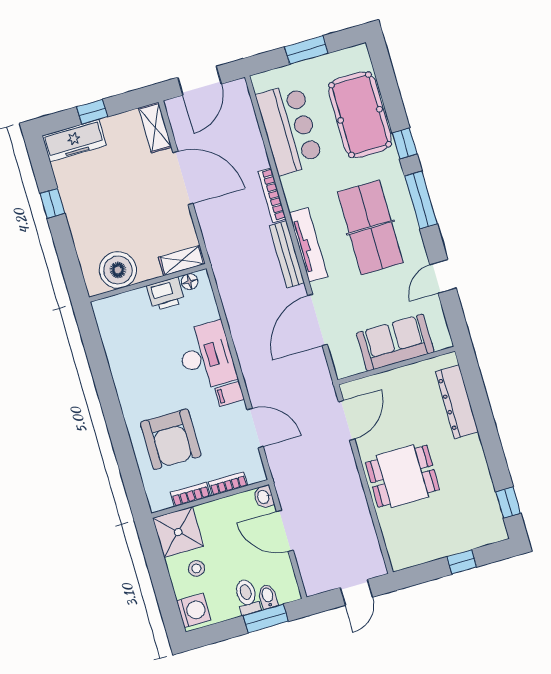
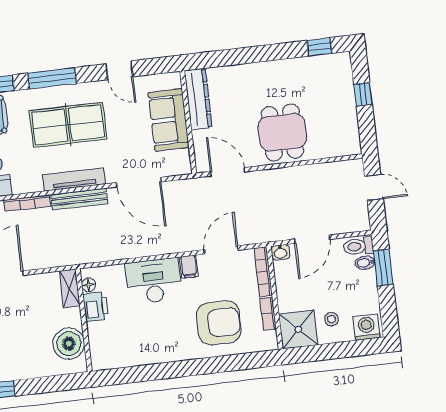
dresser: (457, 402) -> (198, 99), moved, turned -90
bookcase: (228, 484) -> (263, 272), width x1.56
toilet: (247, 597) -> (358, 246), moved

